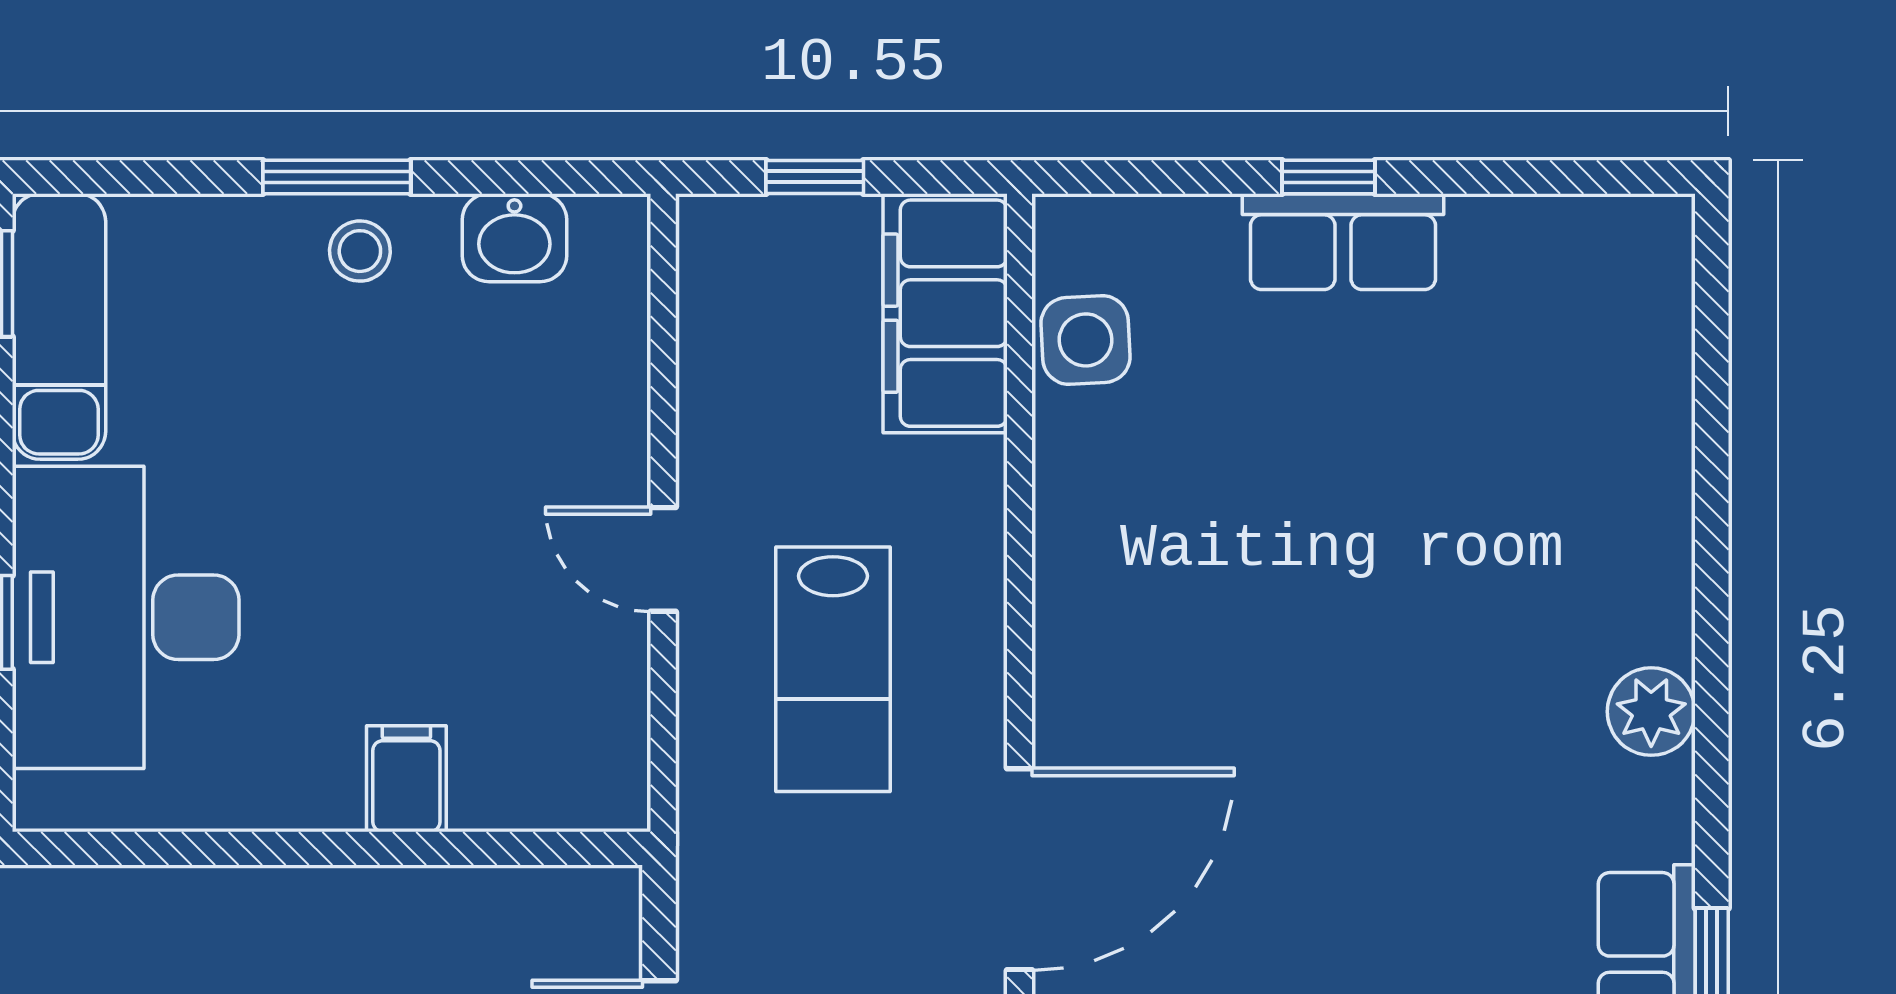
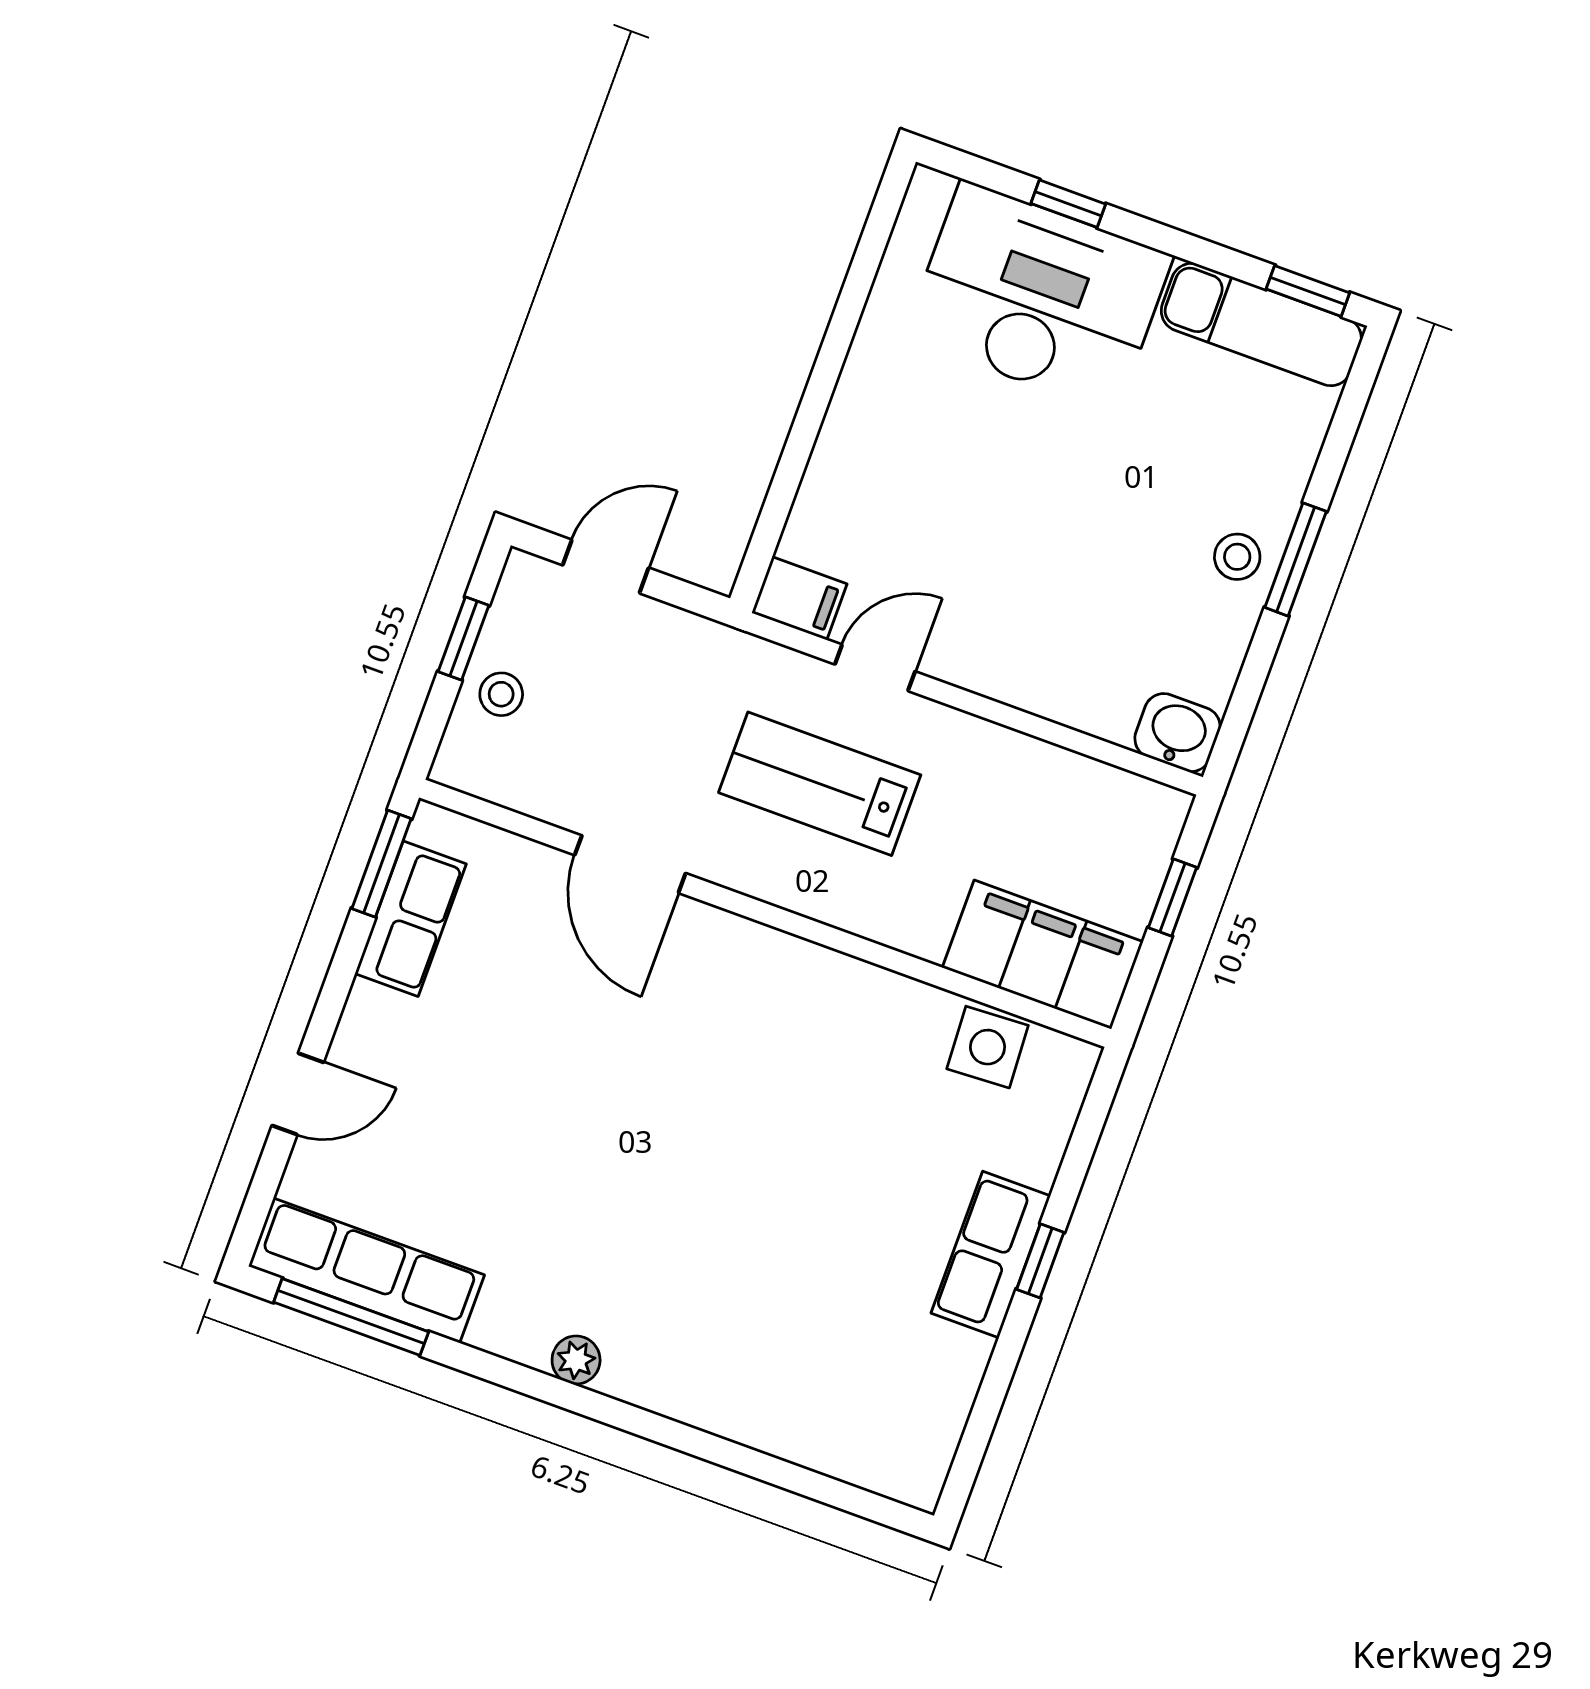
washbasin: (514, 238) -> (1178, 733), moved, turned 90
door: (663, 559) -> (875, 668), moved
plant: (1651, 712) -> (576, 1360), width x0.73, depth x0.73
filing cabinet: (406, 779) -> (799, 598), moved
door: (1020, 869) -> (630, 864), width x0.73

